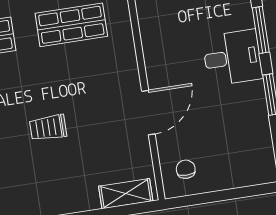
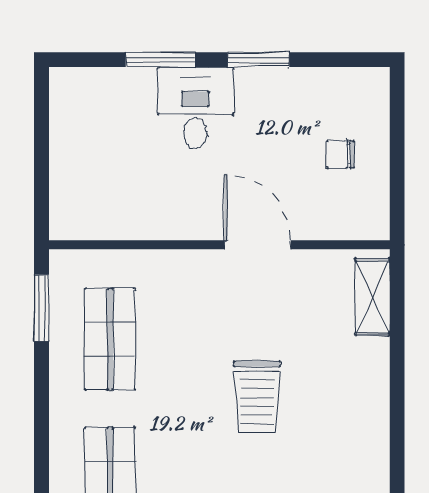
trolley: (48, 128) -> (257, 397), width x1.36, depth x1.39
chair: (186, 169) -> (340, 154), moved

